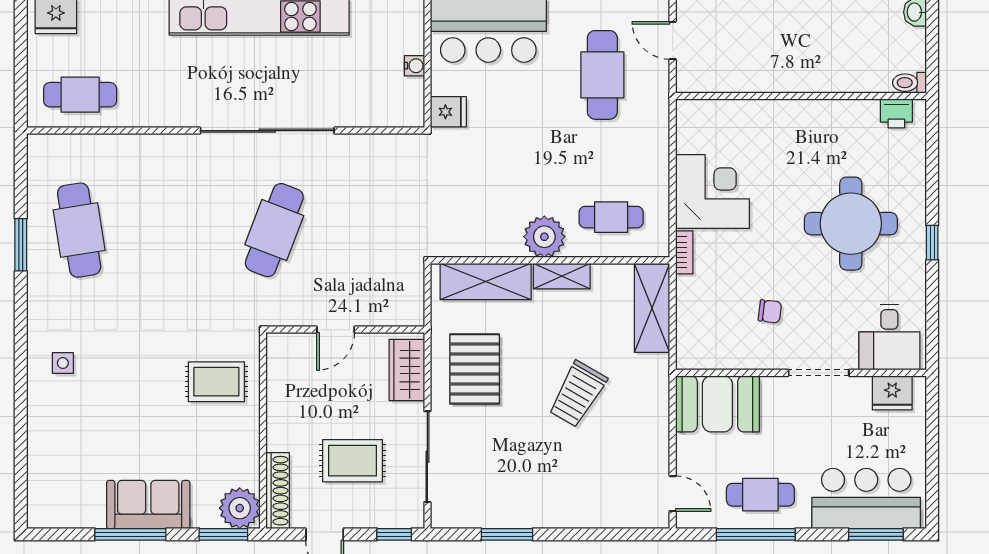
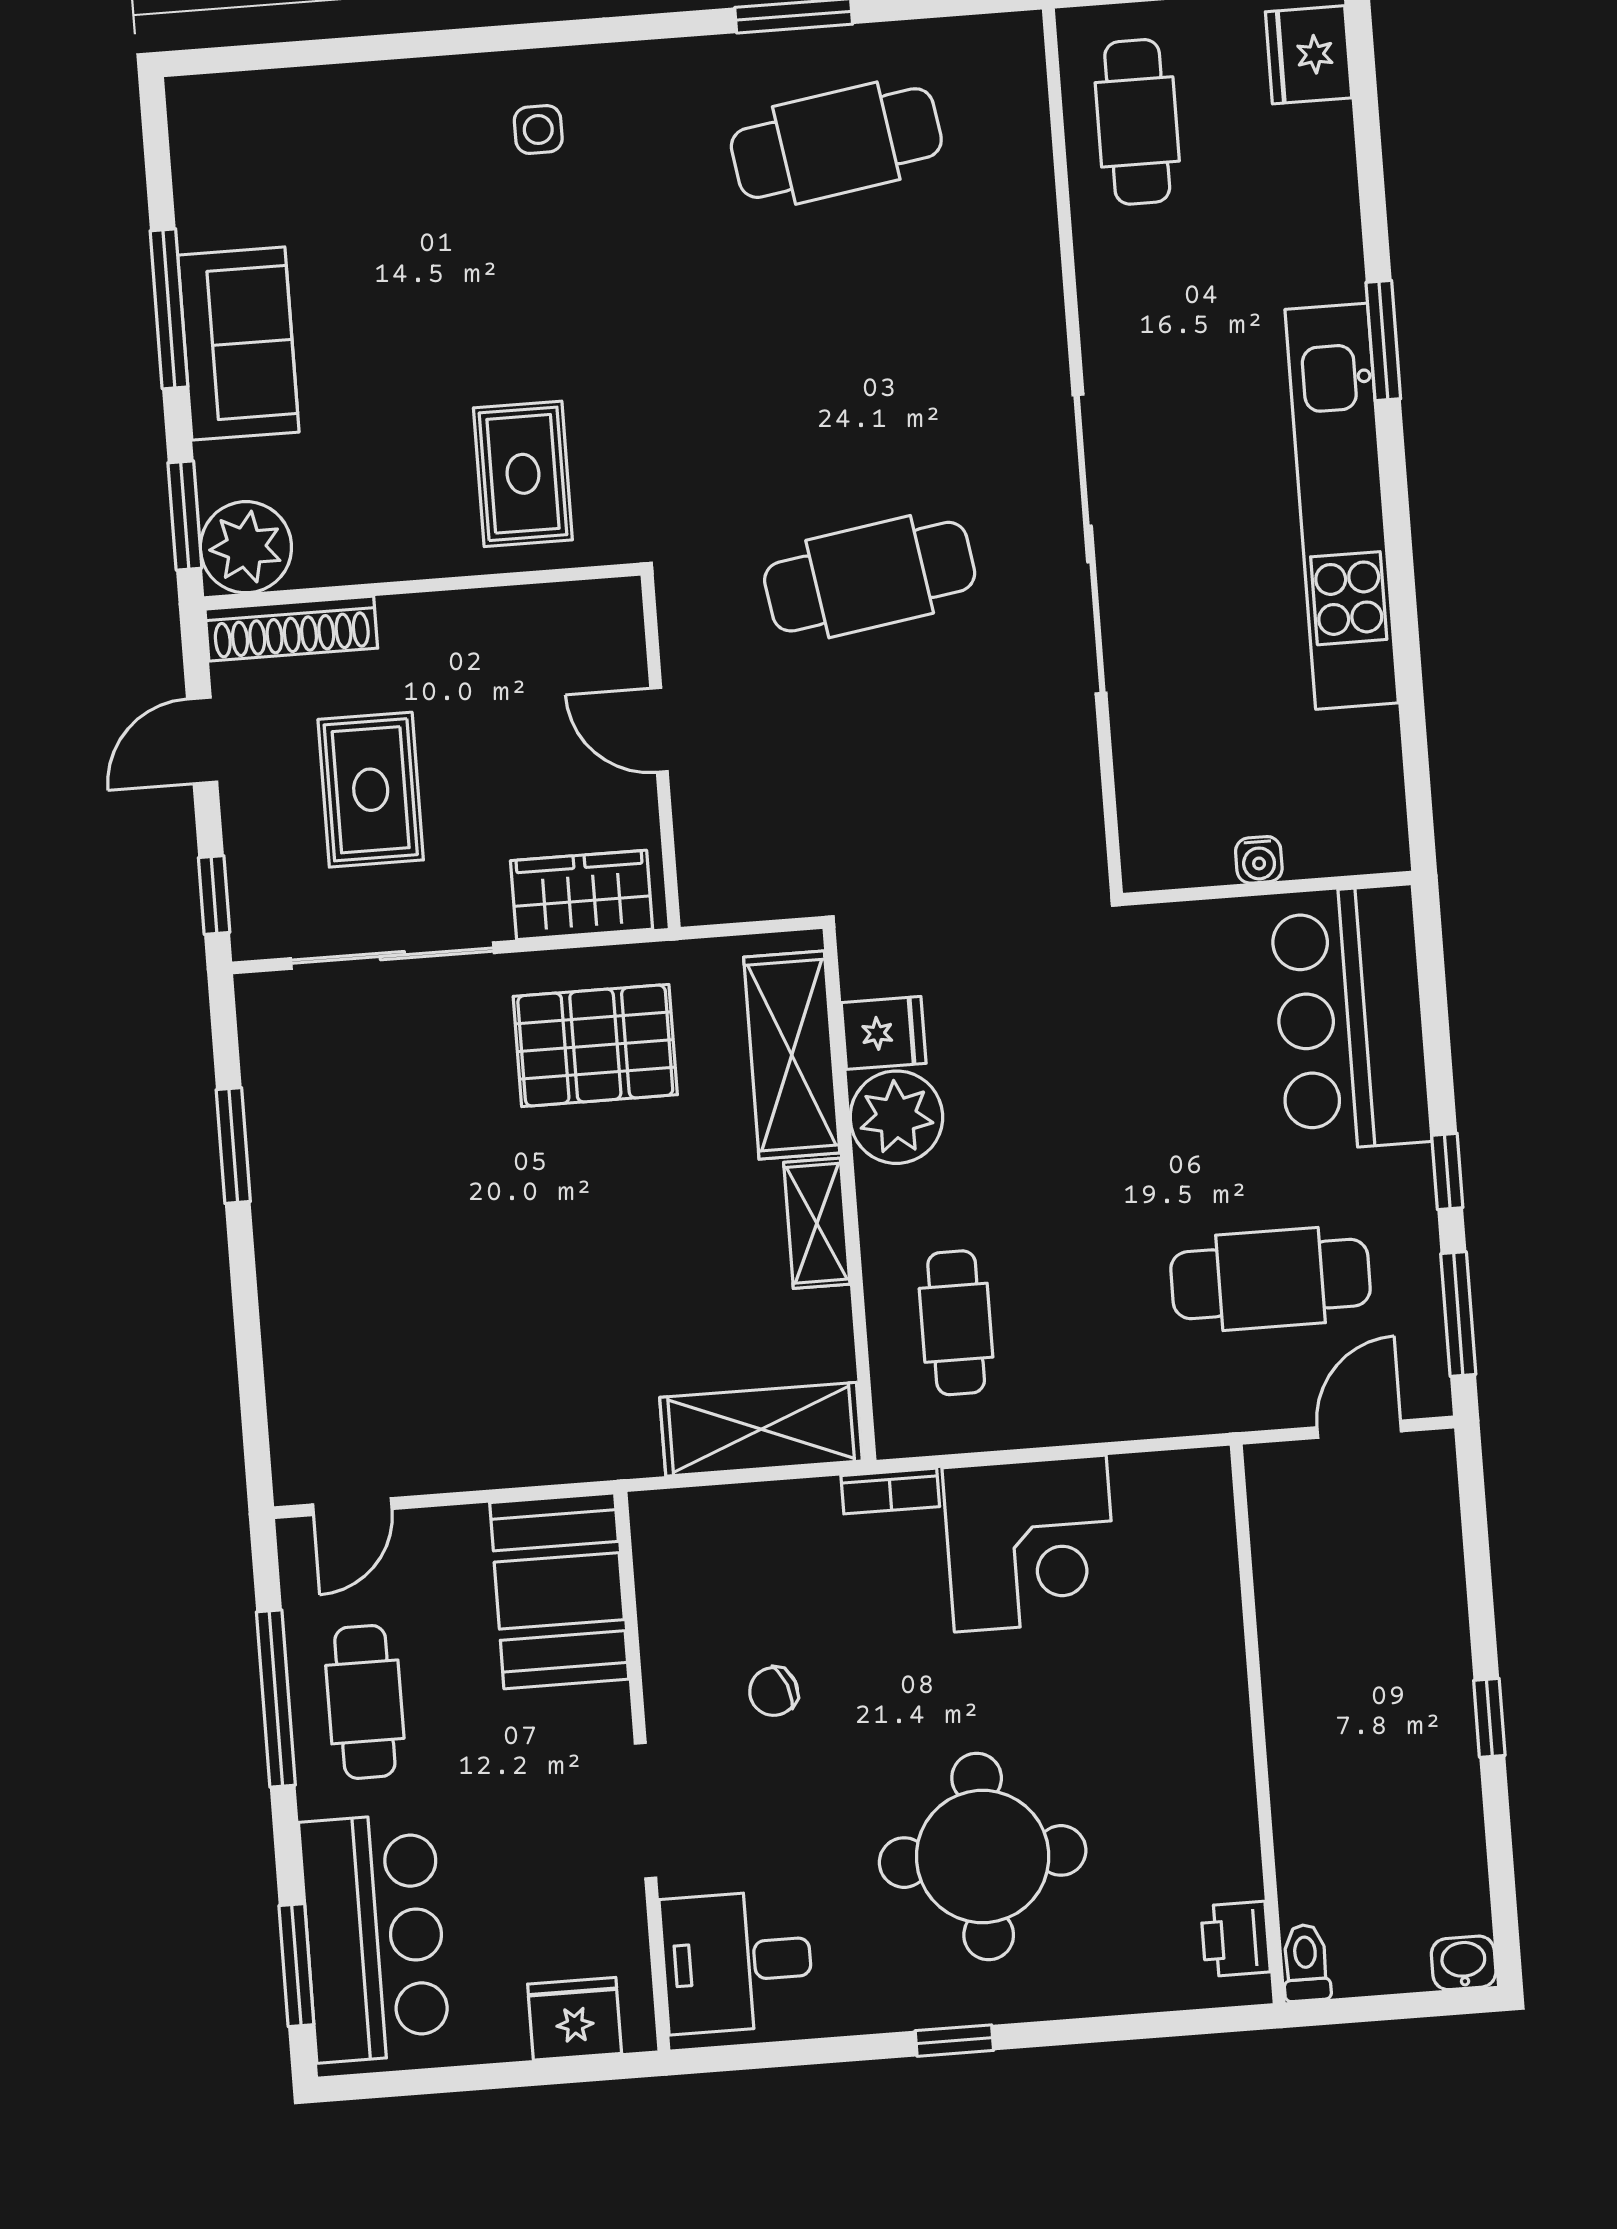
fridge: (448, 112) -> (884, 1033), moved, turned -90
cafe table: (274, 230) -> (870, 577), turned -30
plant: (544, 237) -> (896, 1117), moved
chair: (770, 311) -> (774, 1692), turned 62
fridge: (892, 393) -> (575, 2019), moved, turned 90
trolley: (577, 394) -> (557, 1278), removed

